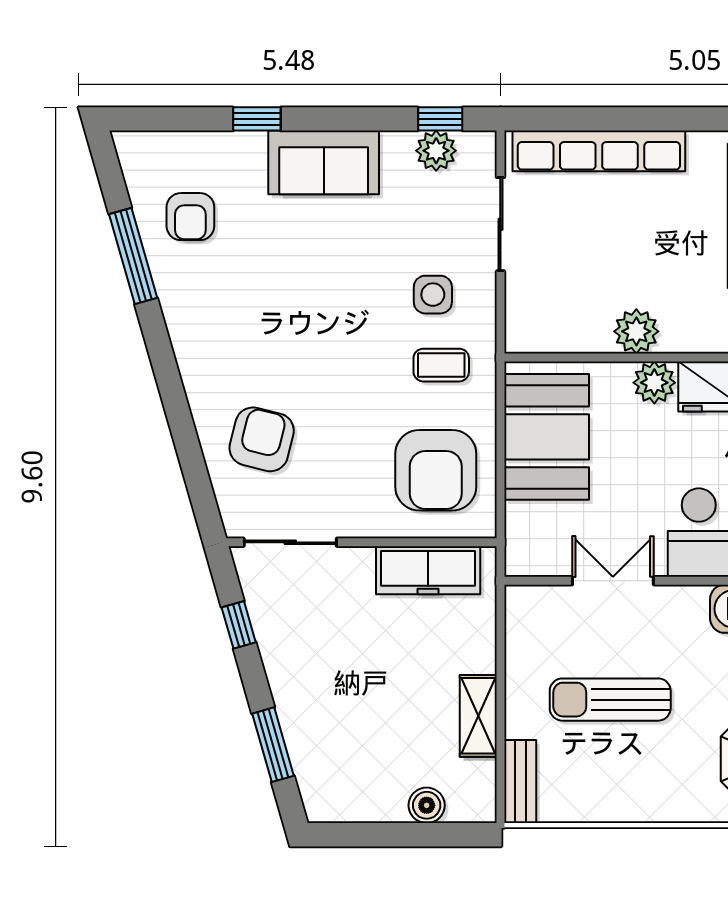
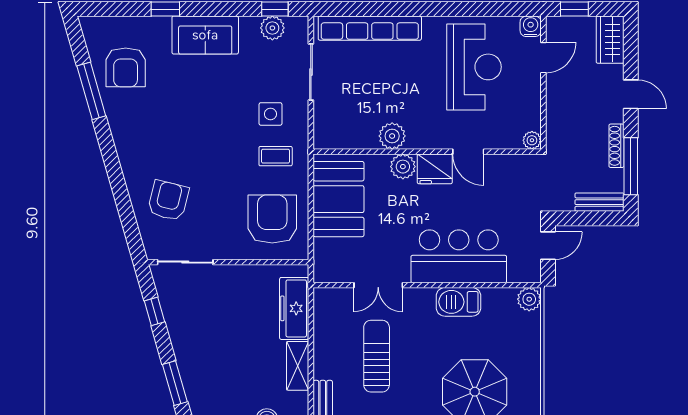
armchair: (190, 217) -> (126, 67), width x1.38, depth x1.38
armchair: (436, 470) -> (272, 219), turned 180
freezer: (428, 570) -> (294, 308), moved, turned 90
double door: (613, 581) -> (378, 285), swing flipped
sun lounger: (610, 700) -> (377, 356), turned 90

